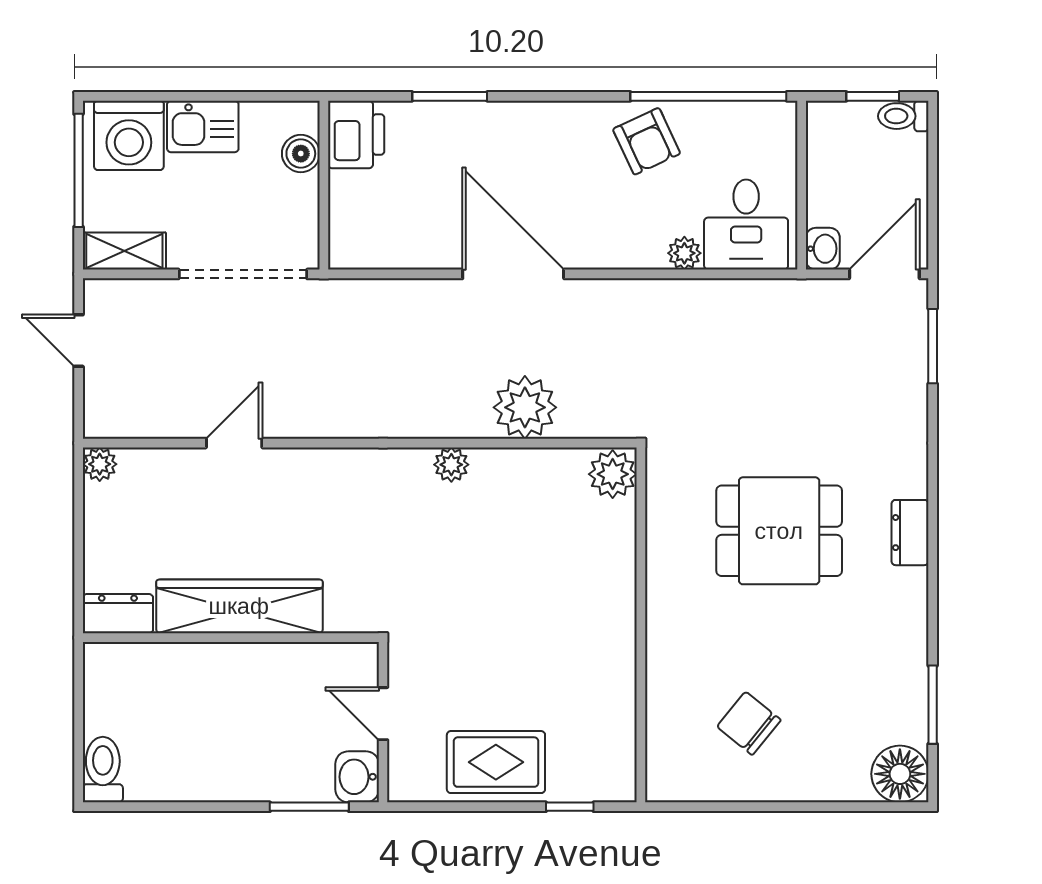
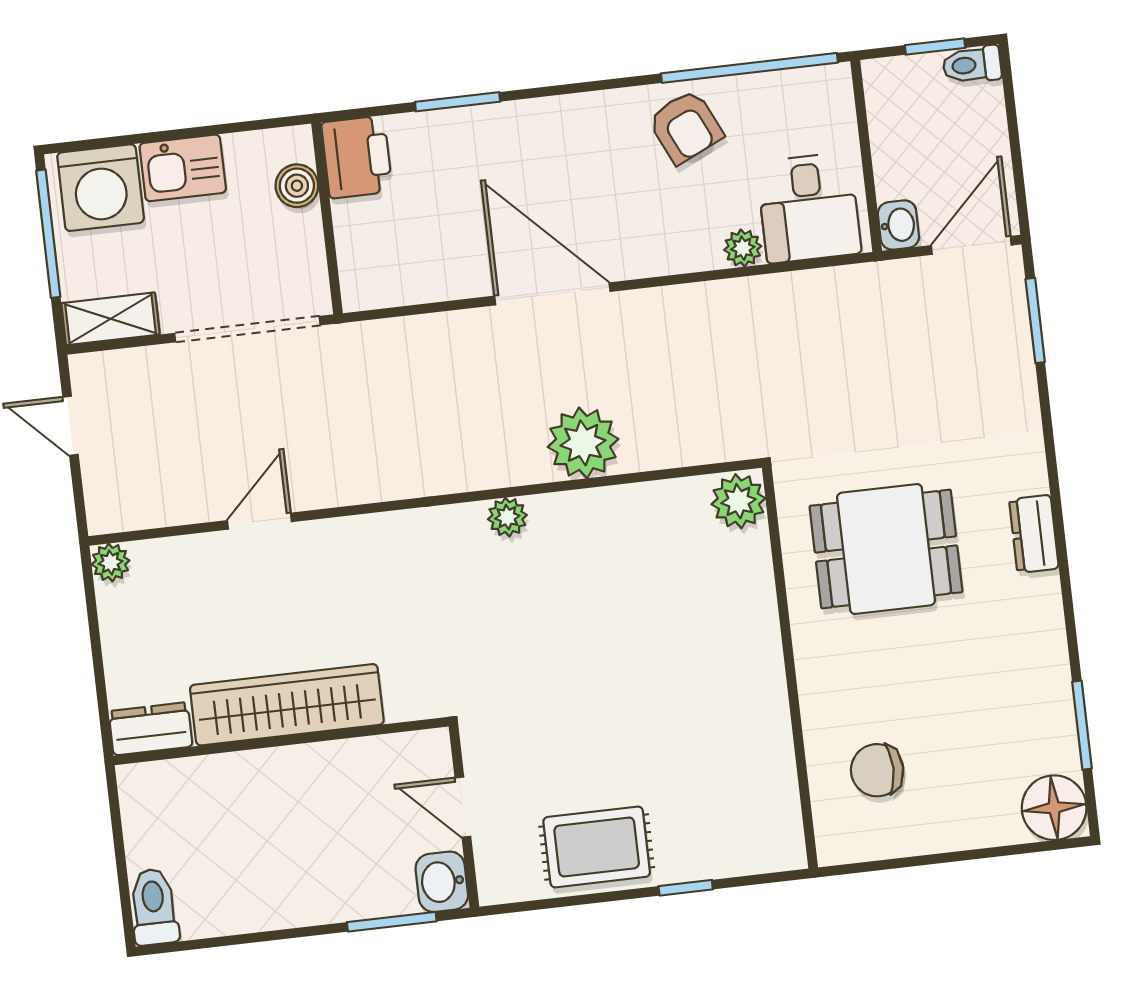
plant: (613, 474) -> (738, 501), moved
wall: (641, 625) -> (790, 668), moved
chair: (749, 723) -> (877, 770), turned -39

